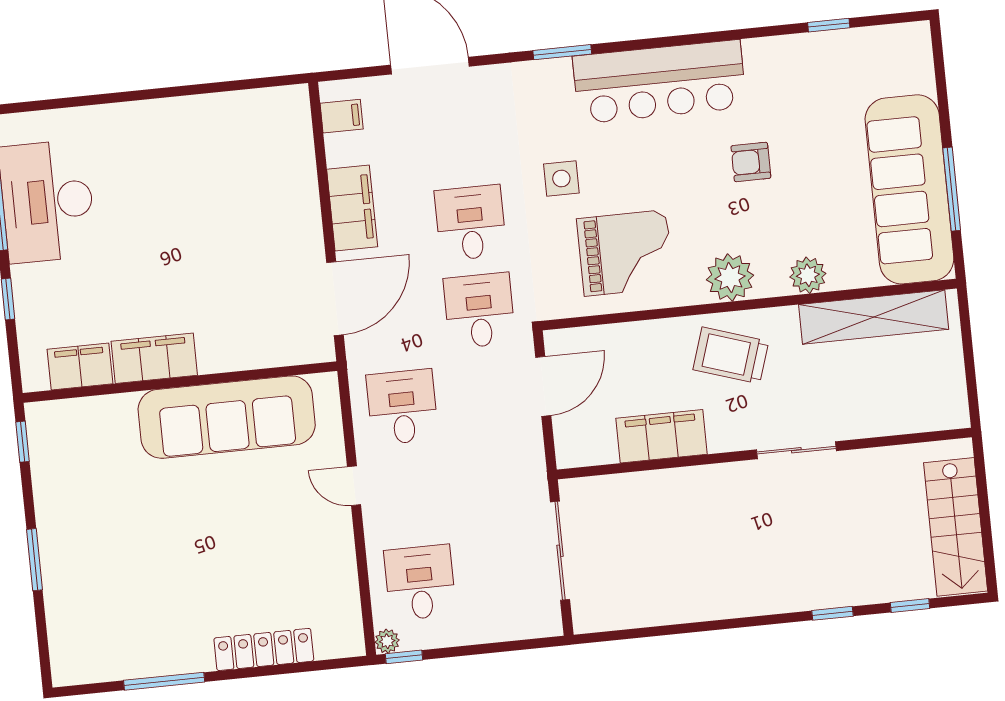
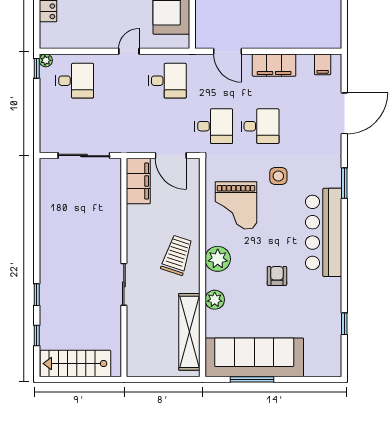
door: (335, 299) -> (228, 51), width x0.73
filing cabinet: (661, 436) -> (138, 181), moved

